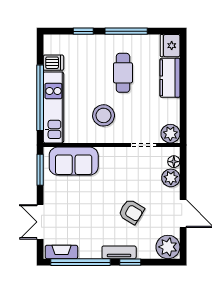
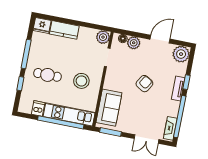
cafe table: (123, 73) -> (47, 75), moved
armchair: (131, 212) -> (144, 84), moved

